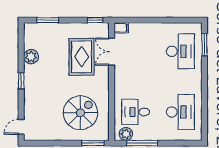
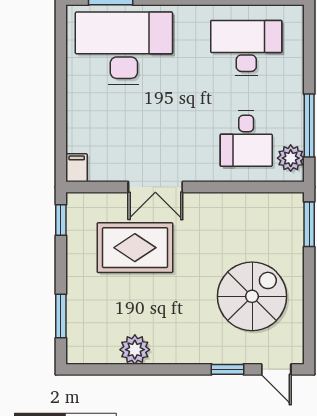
desk: (180, 51) -> (124, 48), width x1.36, depth x1.30
double door: (112, 52) -> (155, 187), moved
window: (21, 81) -> (228, 369), moved
spiral stairs: (80, 113) -> (252, 296), moved, turned 90

